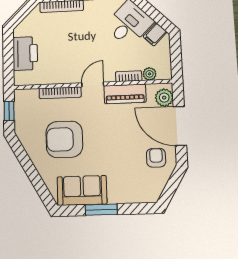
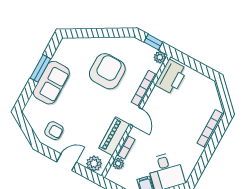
printer: (25, 54) -> (171, 77), moved, turned -90
plant: (20, 96) -> (160, 57), added
door: (180, 126) -> (67, 162), width x0.53
sofa: (82, 190) -> (51, 83), moved

